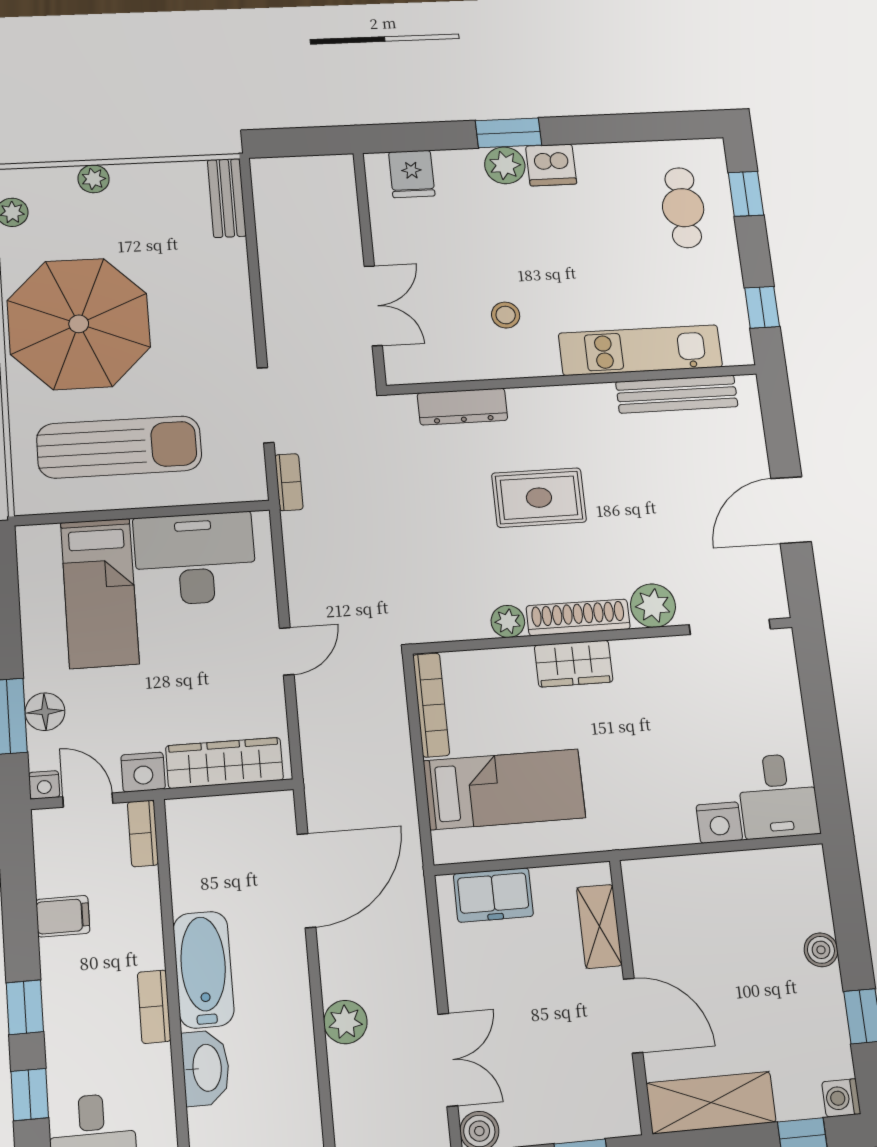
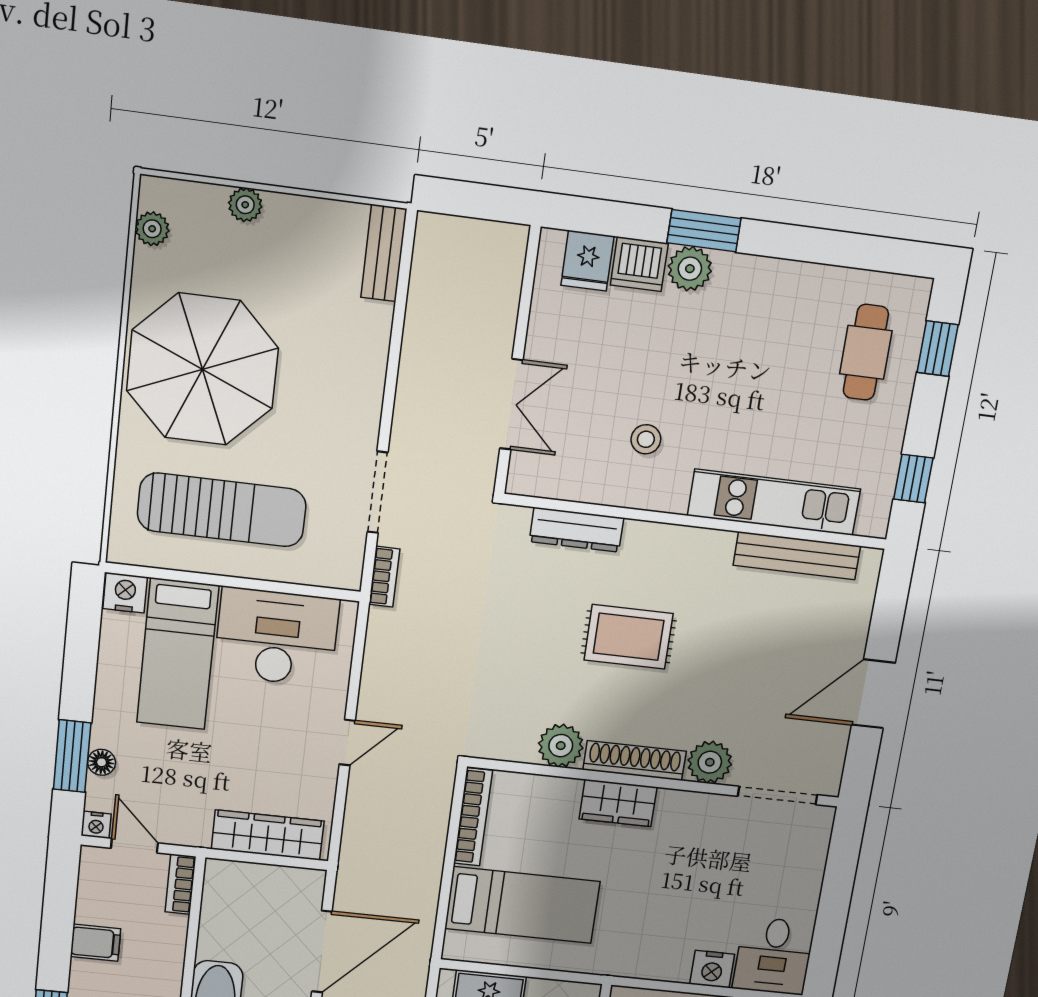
dishwasher: (551, 165) -> (639, 264), moved
plant: (508, 621) -> (561, 746), width x1.38, depth x1.38
floor lamp: (45, 712) -> (102, 762), width x0.73, depth x0.73
nightstand: (143, 772) -> (125, 593), moved, turned 180

